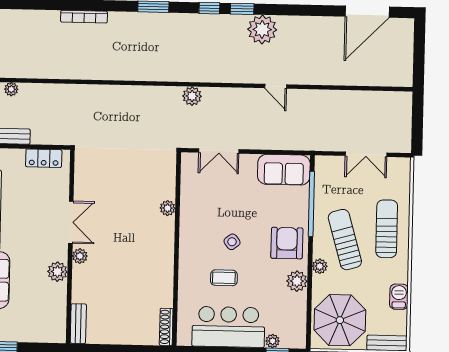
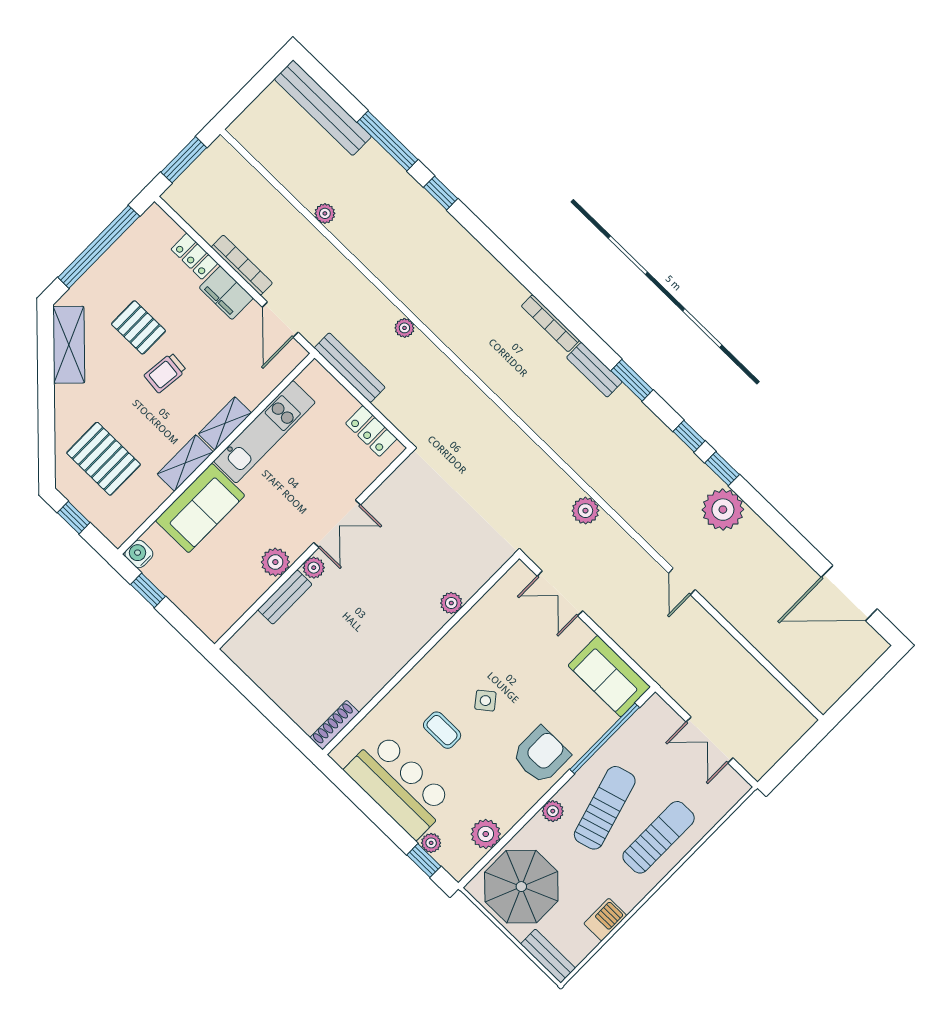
bench: (129, 19) -> (594, 370), added
plant: (297, 281) -> (486, 834), moved
bench: (78, 324) -> (285, 597), moved

